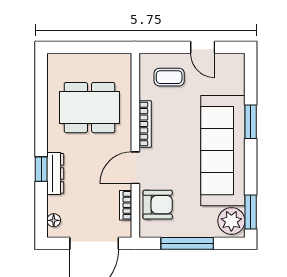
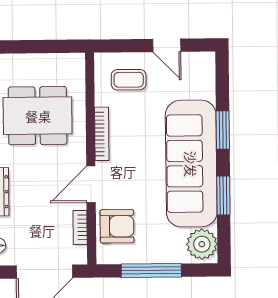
window: (251, 212) -> (223, 195), moved

